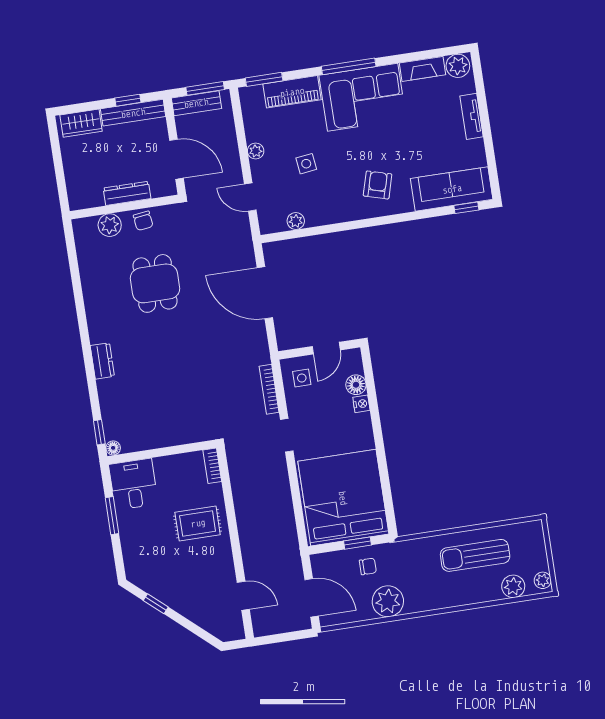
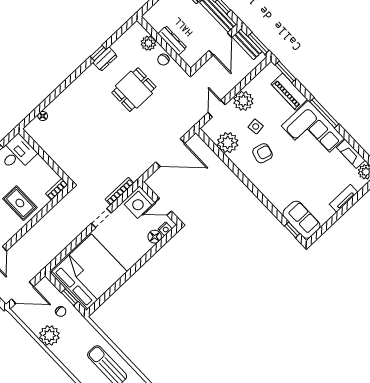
plant: (256, 151) -> (243, 101), width x1.88, depth x1.88
door: (176, 159) -> (220, 44), moved
armchair: (378, 185) -> (263, 153), moved
sofa: (452, 189) -> (301, 220), width x0.73
plant: (296, 221) -> (228, 143), width x1.88, depth x1.88
door: (265, 293) -> (170, 153), swing flipped
dresser: (102, 361) -> (105, 59), moved
side table: (302, 378) -> (138, 205), width x1.87, depth x1.87
nightstand: (361, 404) -> (165, 229), moved
window: (99, 432) -> (98, 53), moved
floor lamp: (113, 448) -> (43, 116), moved
door: (312, 598) -> (23, 293), hinge flipped

